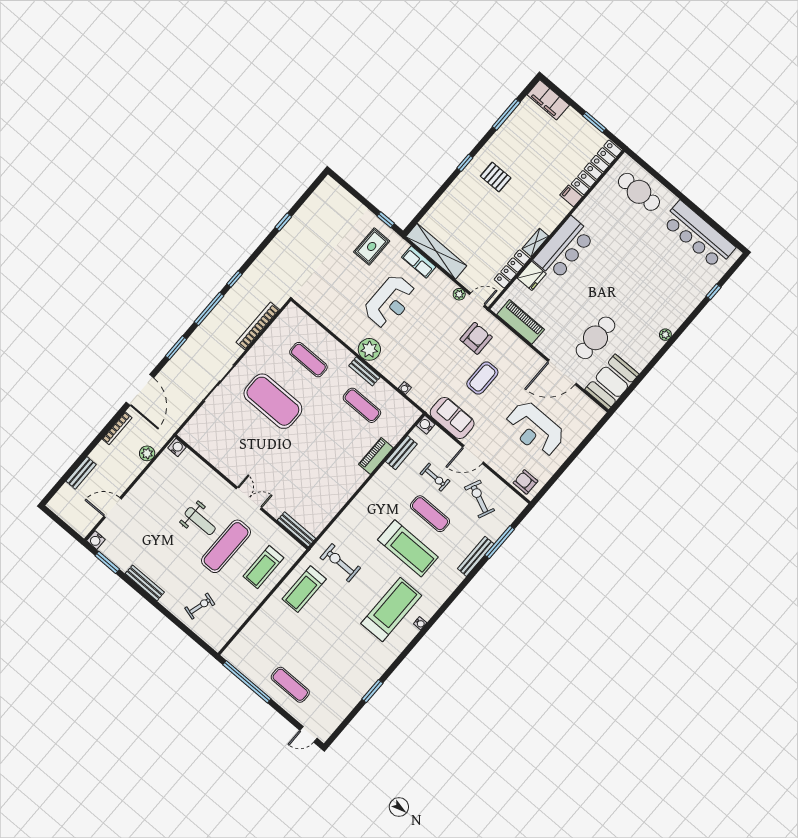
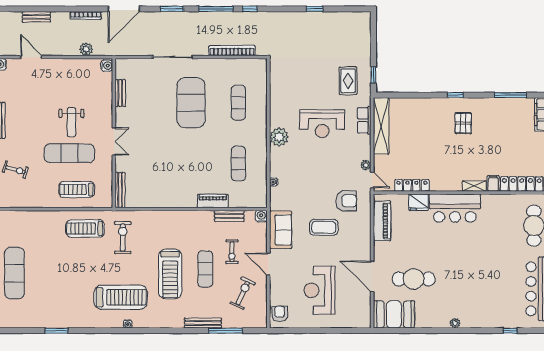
shelving: (535, 242) -> (474, 186), moved
rug: (372, 246) -> (348, 81), turned 90
bench: (364, 371) -> (120, 93), moved
exercise mat: (290, 685) -> (14, 273), width x1.36, depth x1.45

